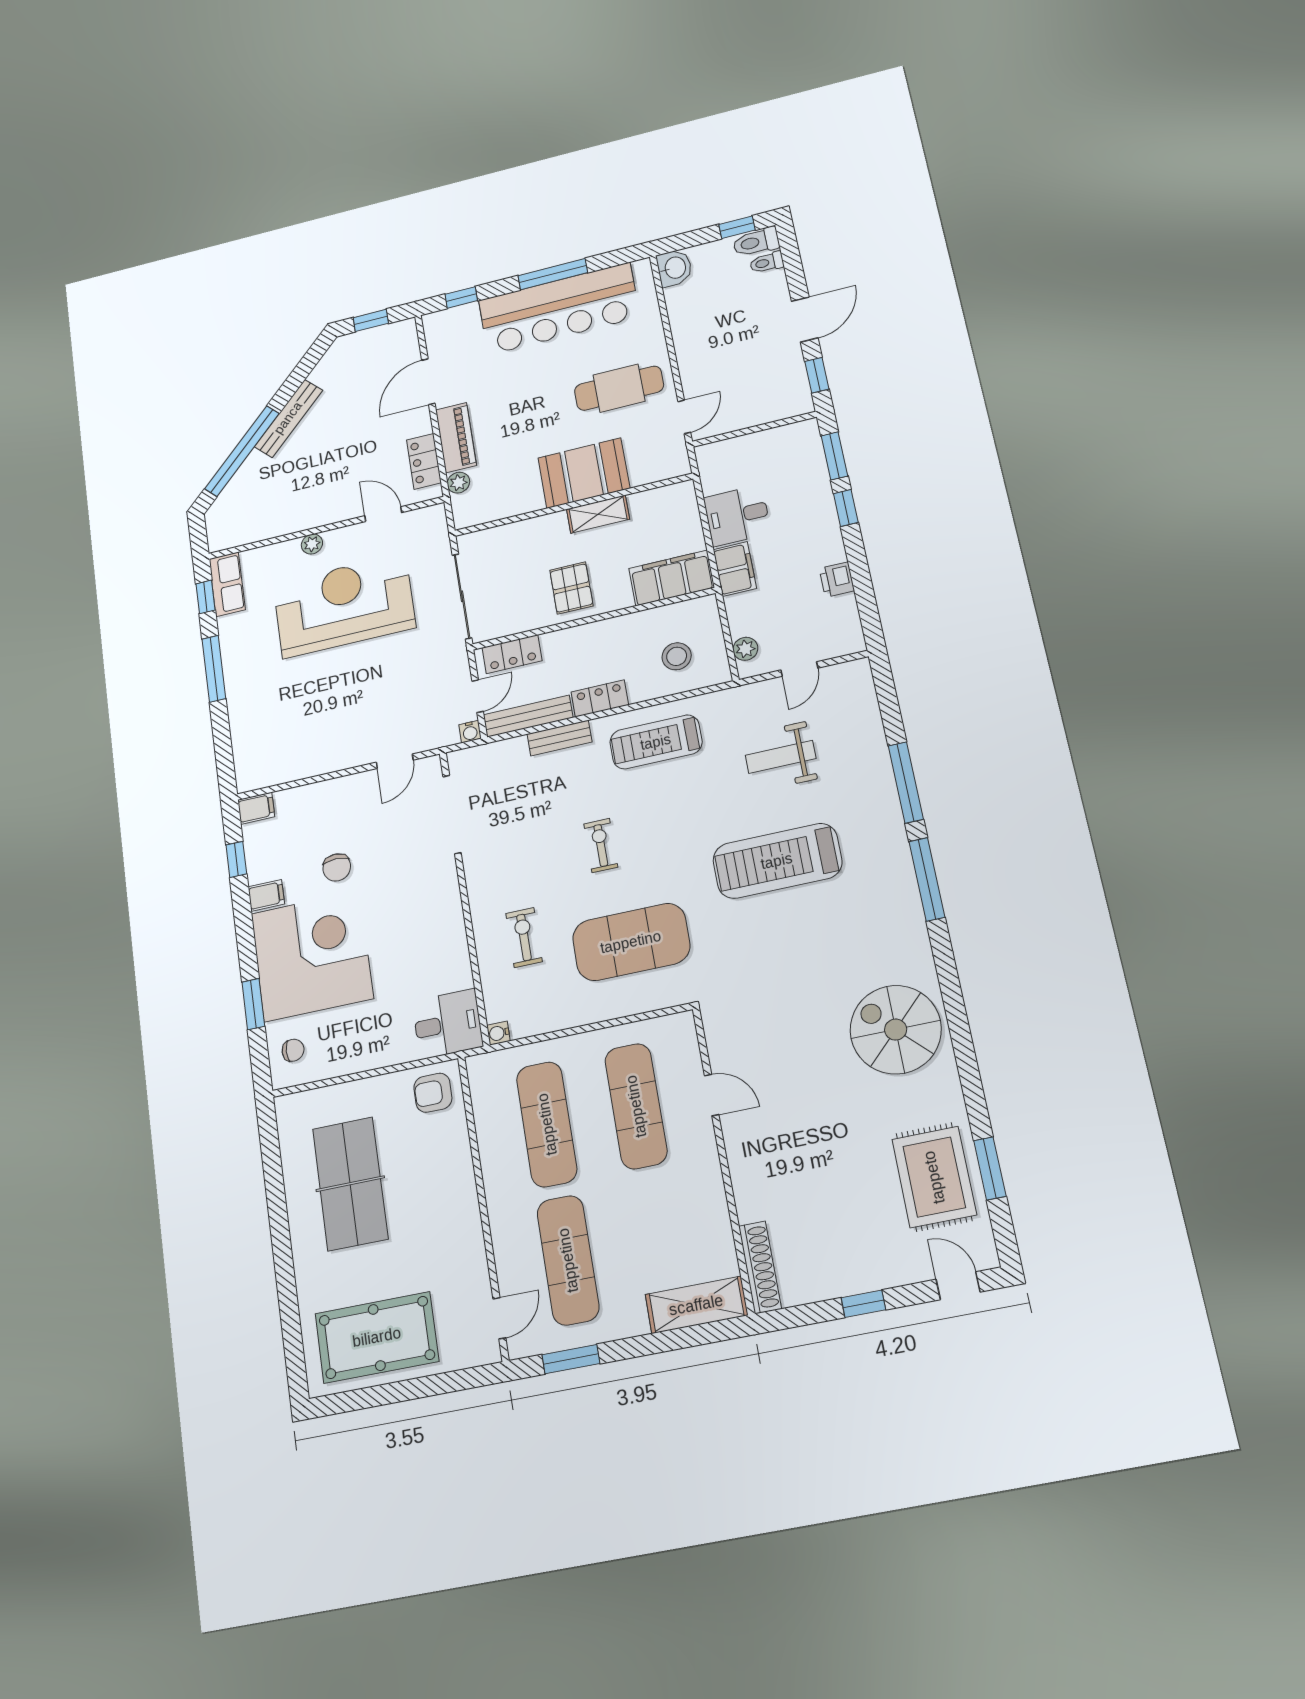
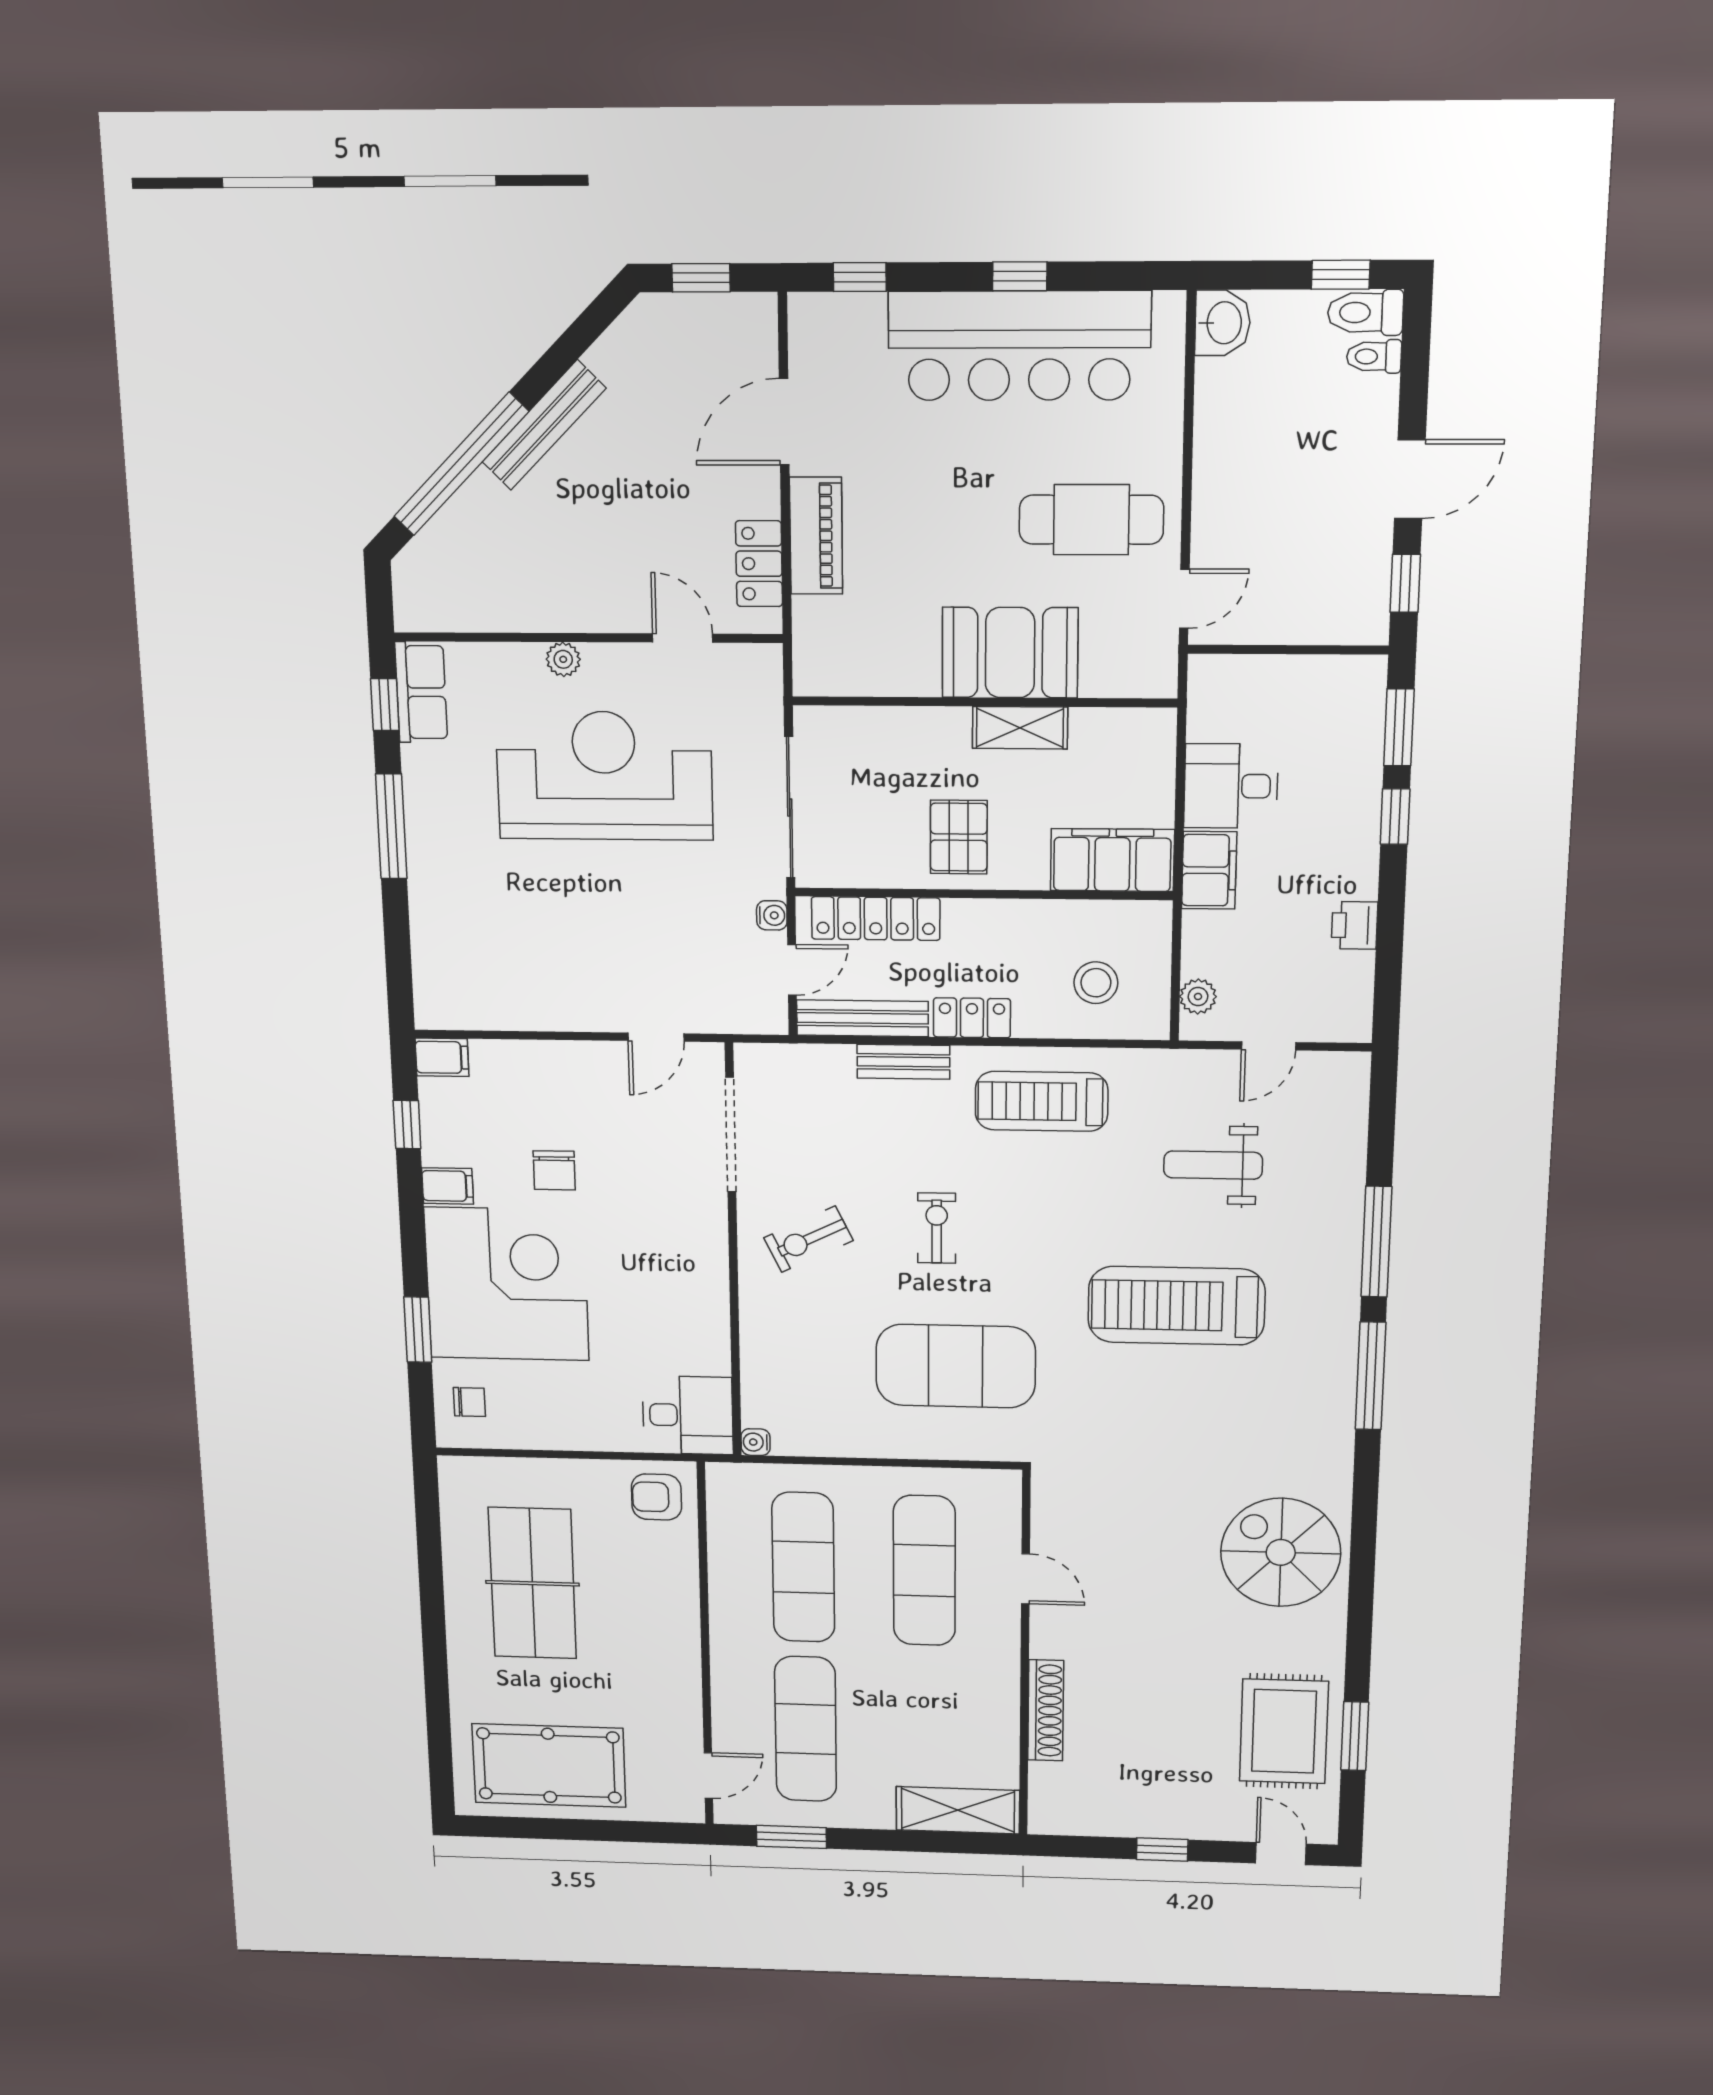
window: (553, 274) -> (1020, 276), width x0.46
plant: (458, 483) -> (810, 616), removed
locker: (512, 654) -> (876, 919), width x1.53
water cooler: (470, 732) -> (772, 915), moved, turned -90
exercise bike: (524, 937) -> (808, 1239), moved, turned -116
shoe rack: (760, 1267) -> (1046, 1710), moved

